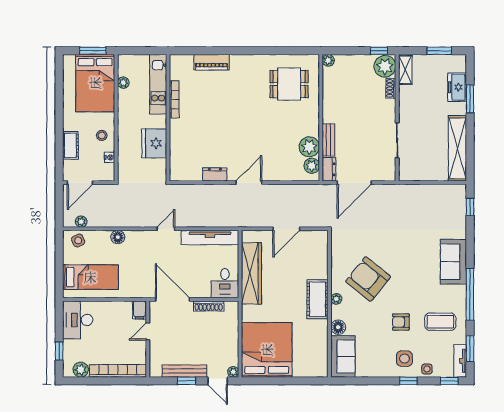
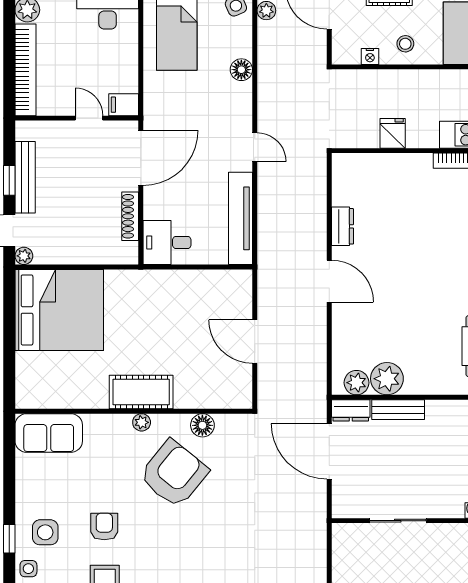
fridge: (154, 143) -> (393, 133), width x0.53, depth x0.75
wardrobe: (251, 273) -> (183, 285), removed
floor lamp: (338, 327) -> (202, 425), moved

